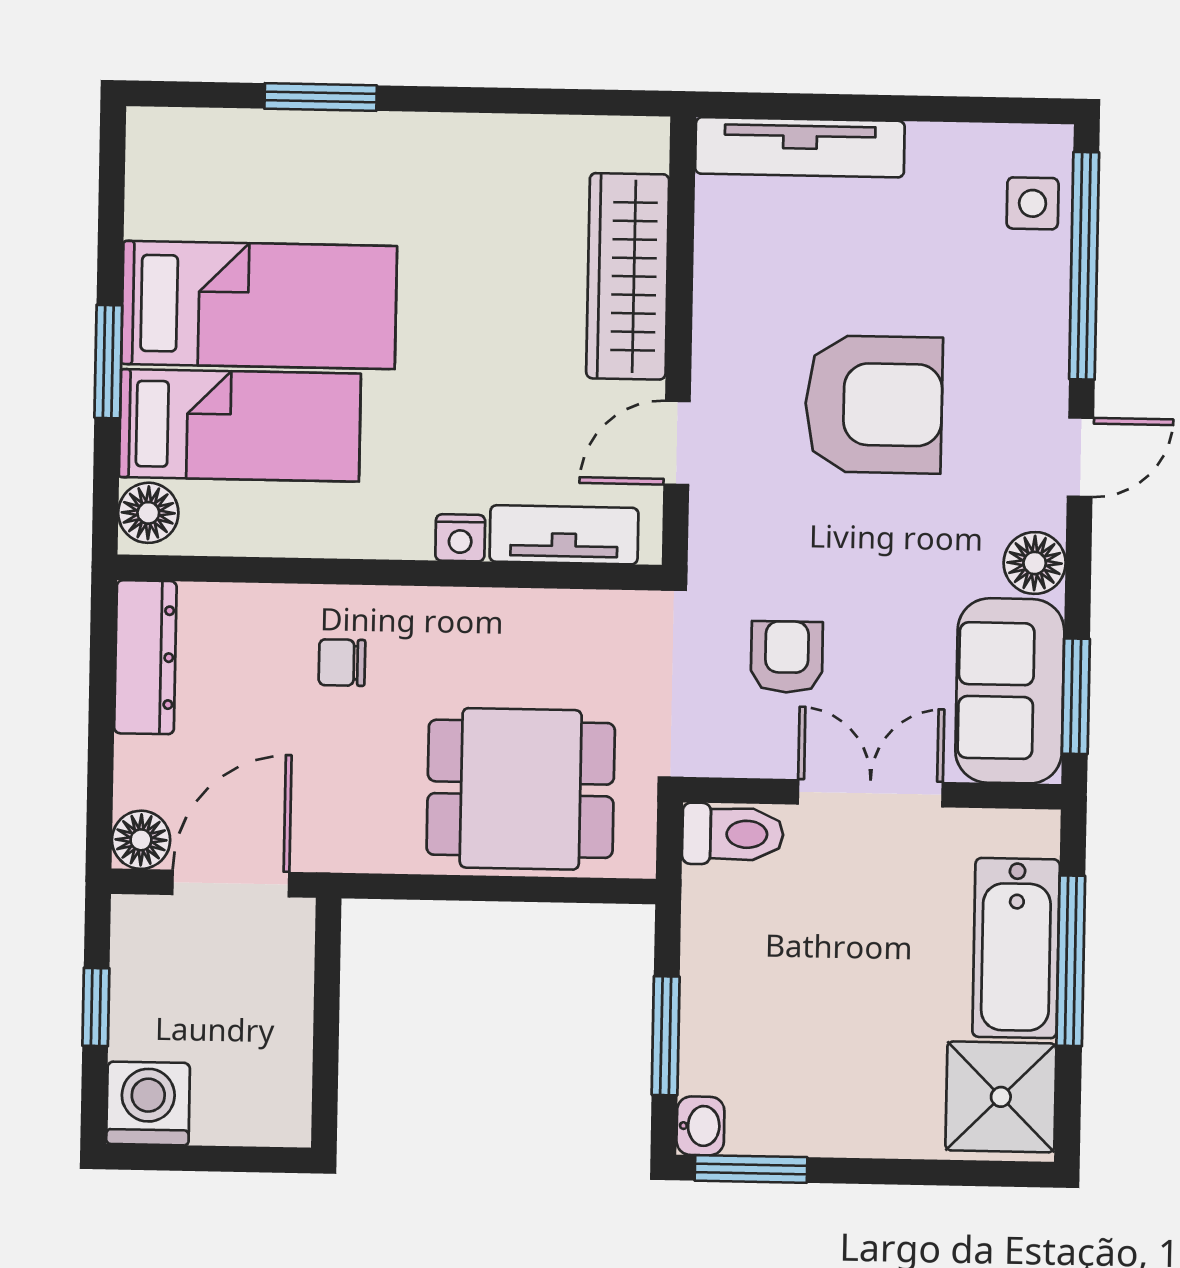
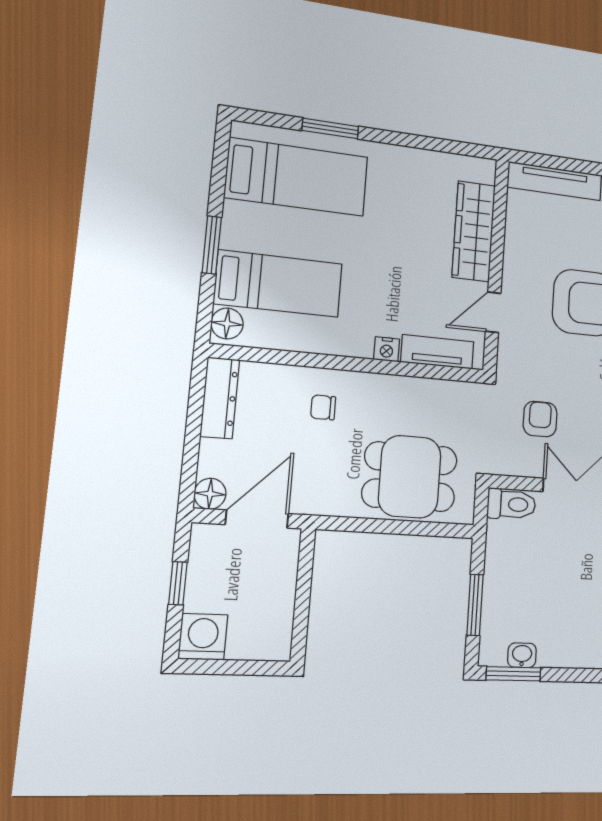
bed: (259, 305) -> (297, 177), moved
washbasin: (700, 1126) -> (522, 655), moved, turned -90

